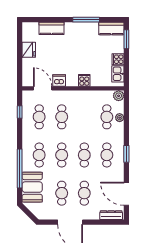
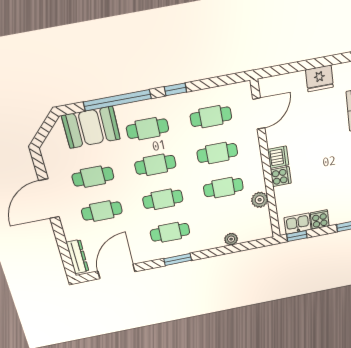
window: (126, 75) -> (297, 236), added
dishwasher: (59, 80) -> (278, 157), moved
plant: (119, 96) -> (260, 200), moved
window: (20, 112) -> (175, 89), moved
cafe table: (107, 117) -> (223, 188), moved

